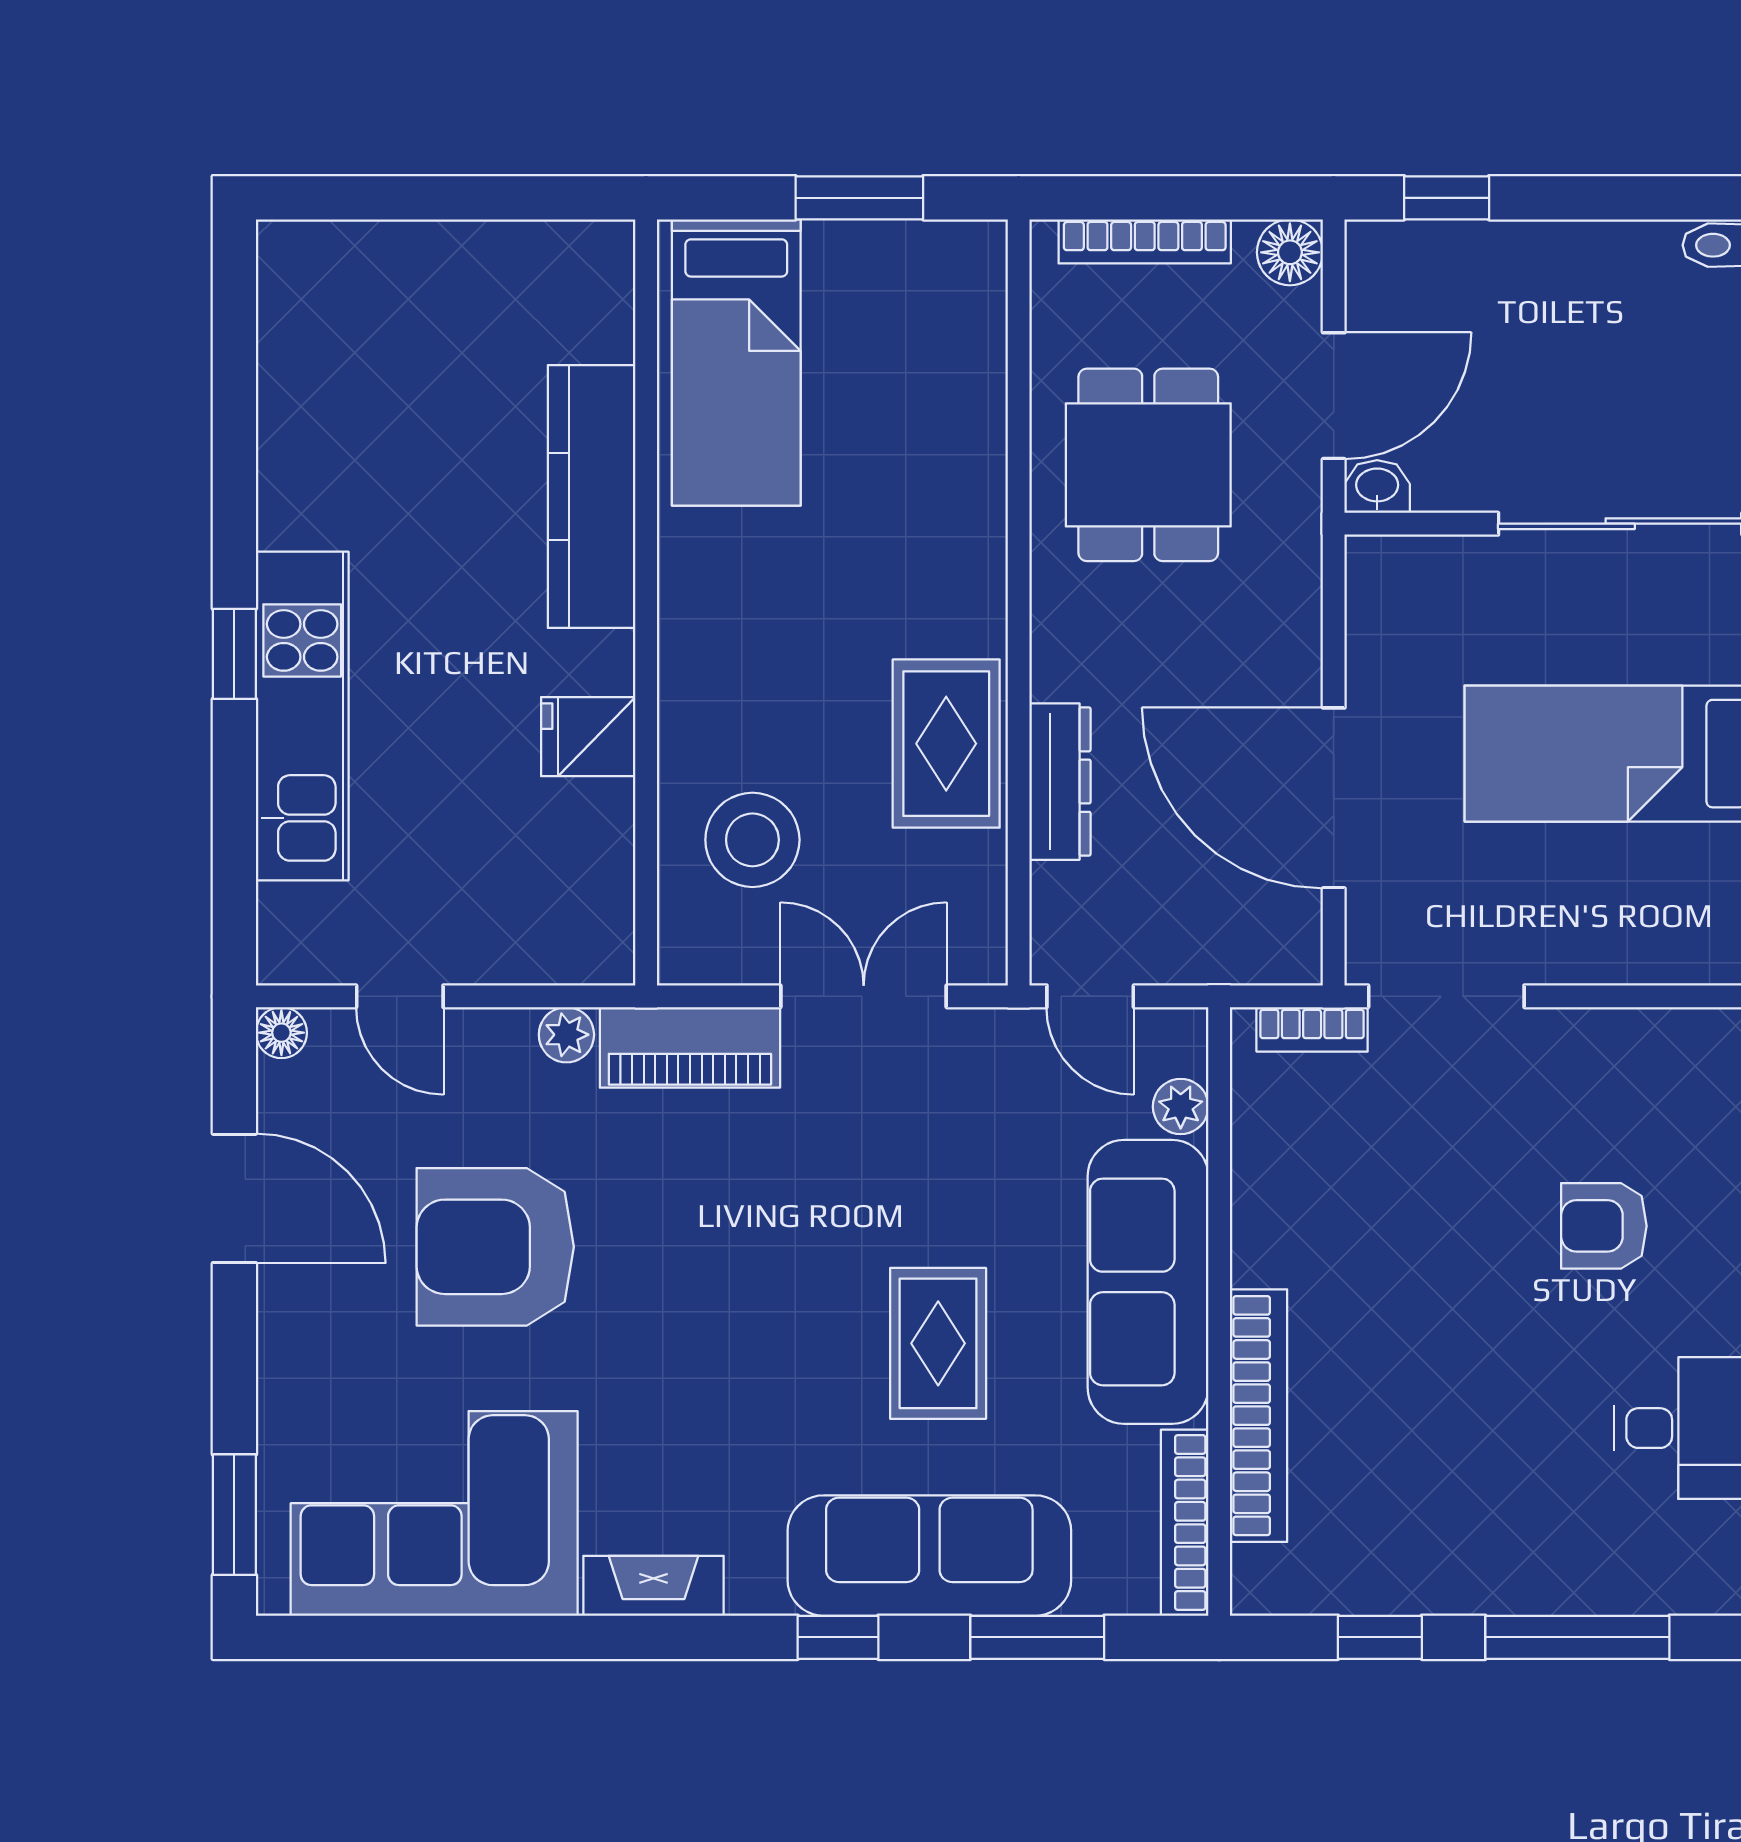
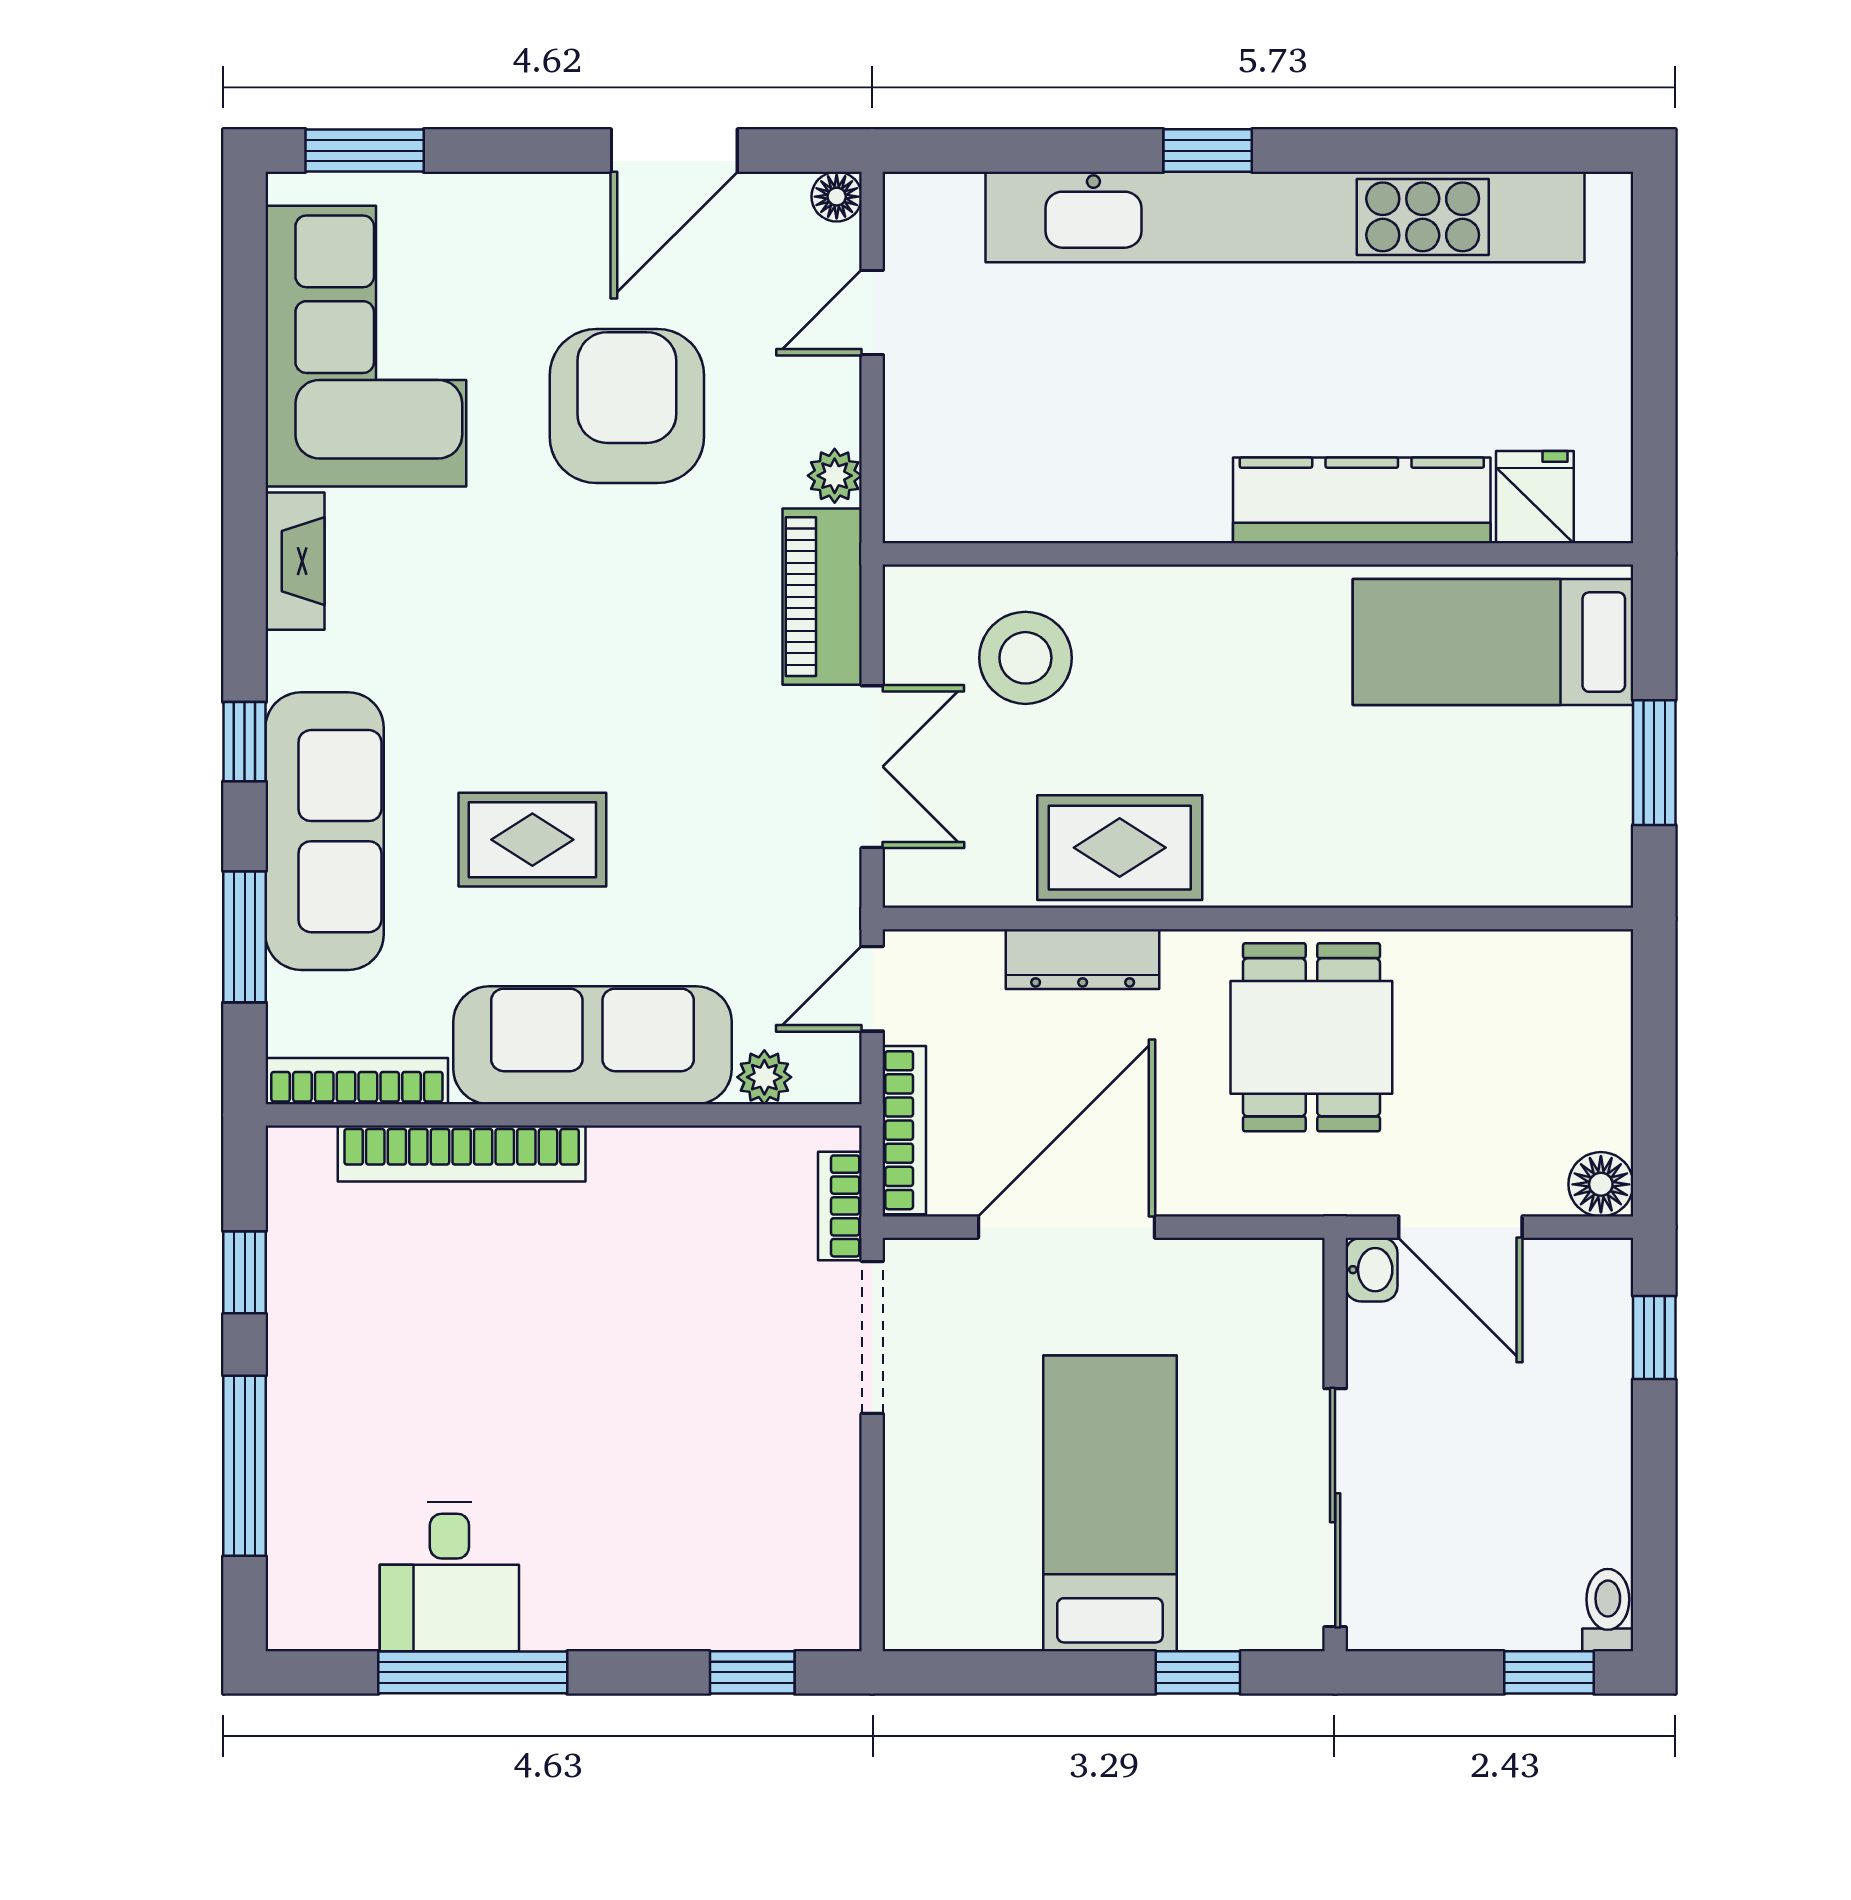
bookcase: (1145, 241) -> (904, 1130), moved, turned 180
dining table: (1148, 465) -> (1311, 1037), moved, turned 90
kitchen unit: (302, 716) -> (1285, 217), width x1.86
fridge: (588, 737) -> (1535, 497), moved
armchair: (1604, 1226) -> (647, 1492), removed

